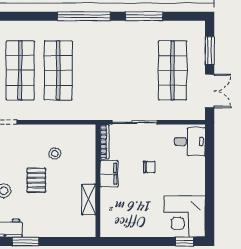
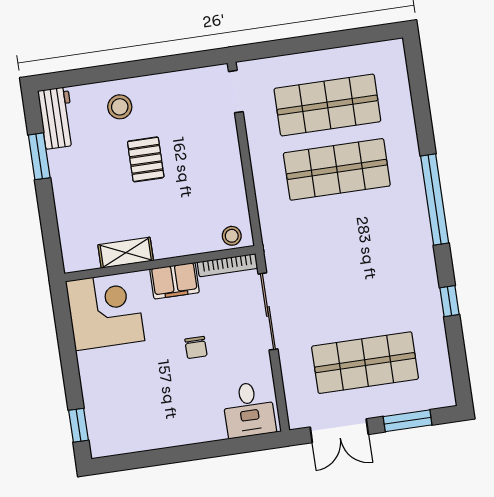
window: (144, 16) -> (449, 301), width x0.46
stool: (55, 153) -> (232, 236), moved
pallet: (36, 180) -> (146, 159), turned 90
corner desk: (185, 217) -> (105, 311), moved, turned 90

